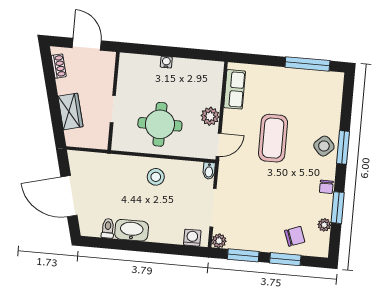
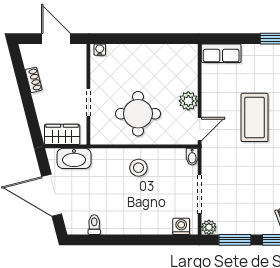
water cooler: (166, 62) -> (100, 50), moved
shoe rack: (59, 66) -> (34, 80), moved
row of seats: (235, 89) -> (221, 53), moved, turned 90
wardrobe: (70, 111) -> (62, 134), moved, turned -76
washbasin: (132, 230) -> (74, 158), moved, turned 180

